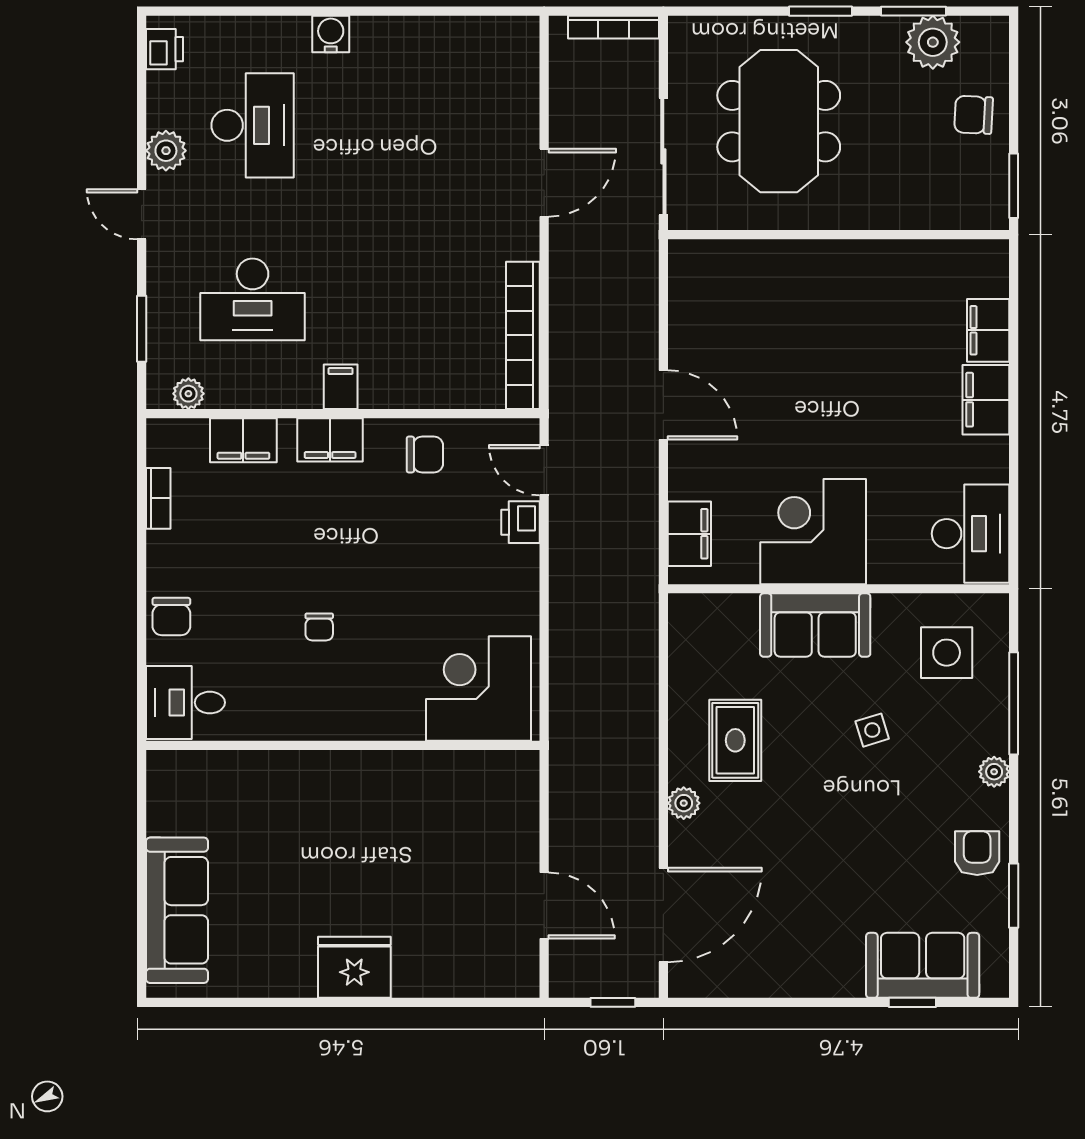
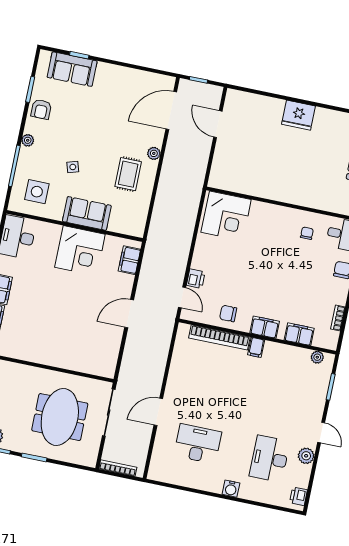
desk: (253, 299) -> (198, 444), moved
bookcase: (523, 335) -> (219, 337), moved, turned 90
door: (663, 405) -> (129, 314), hinge flipped
chair: (319, 627) -> (307, 233), moved

